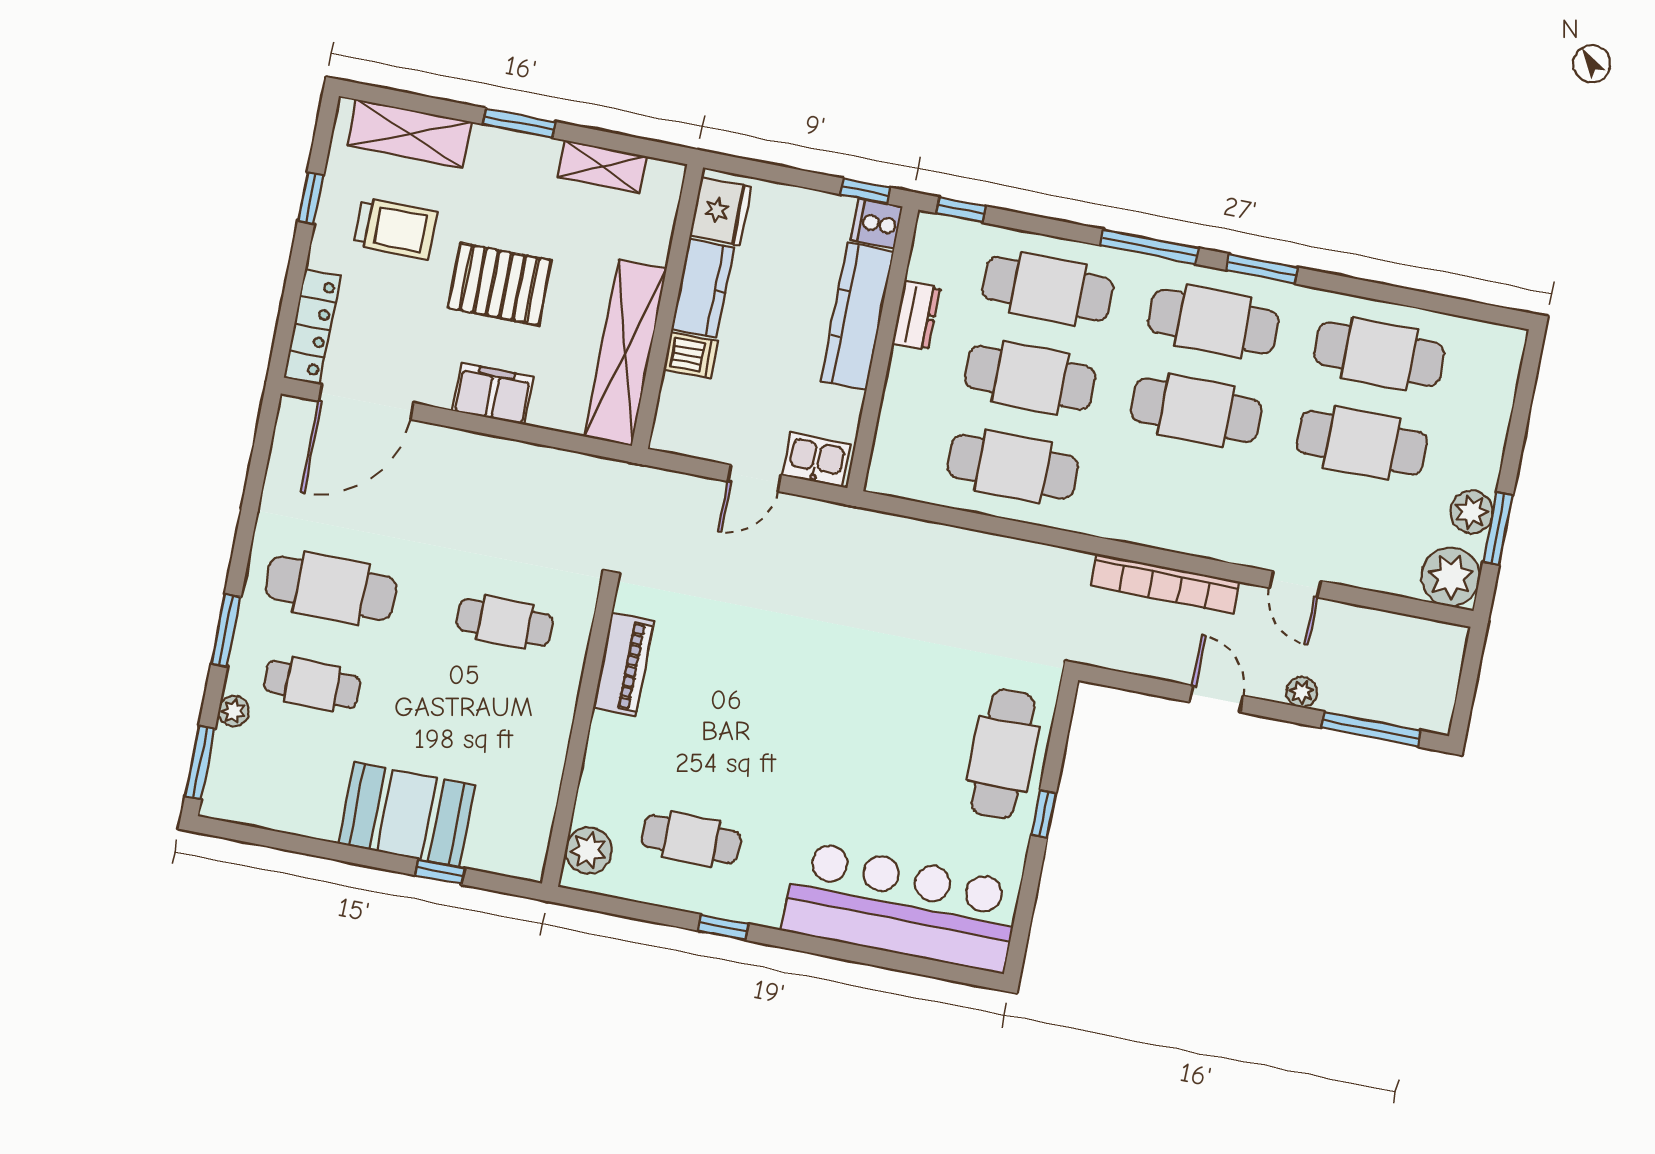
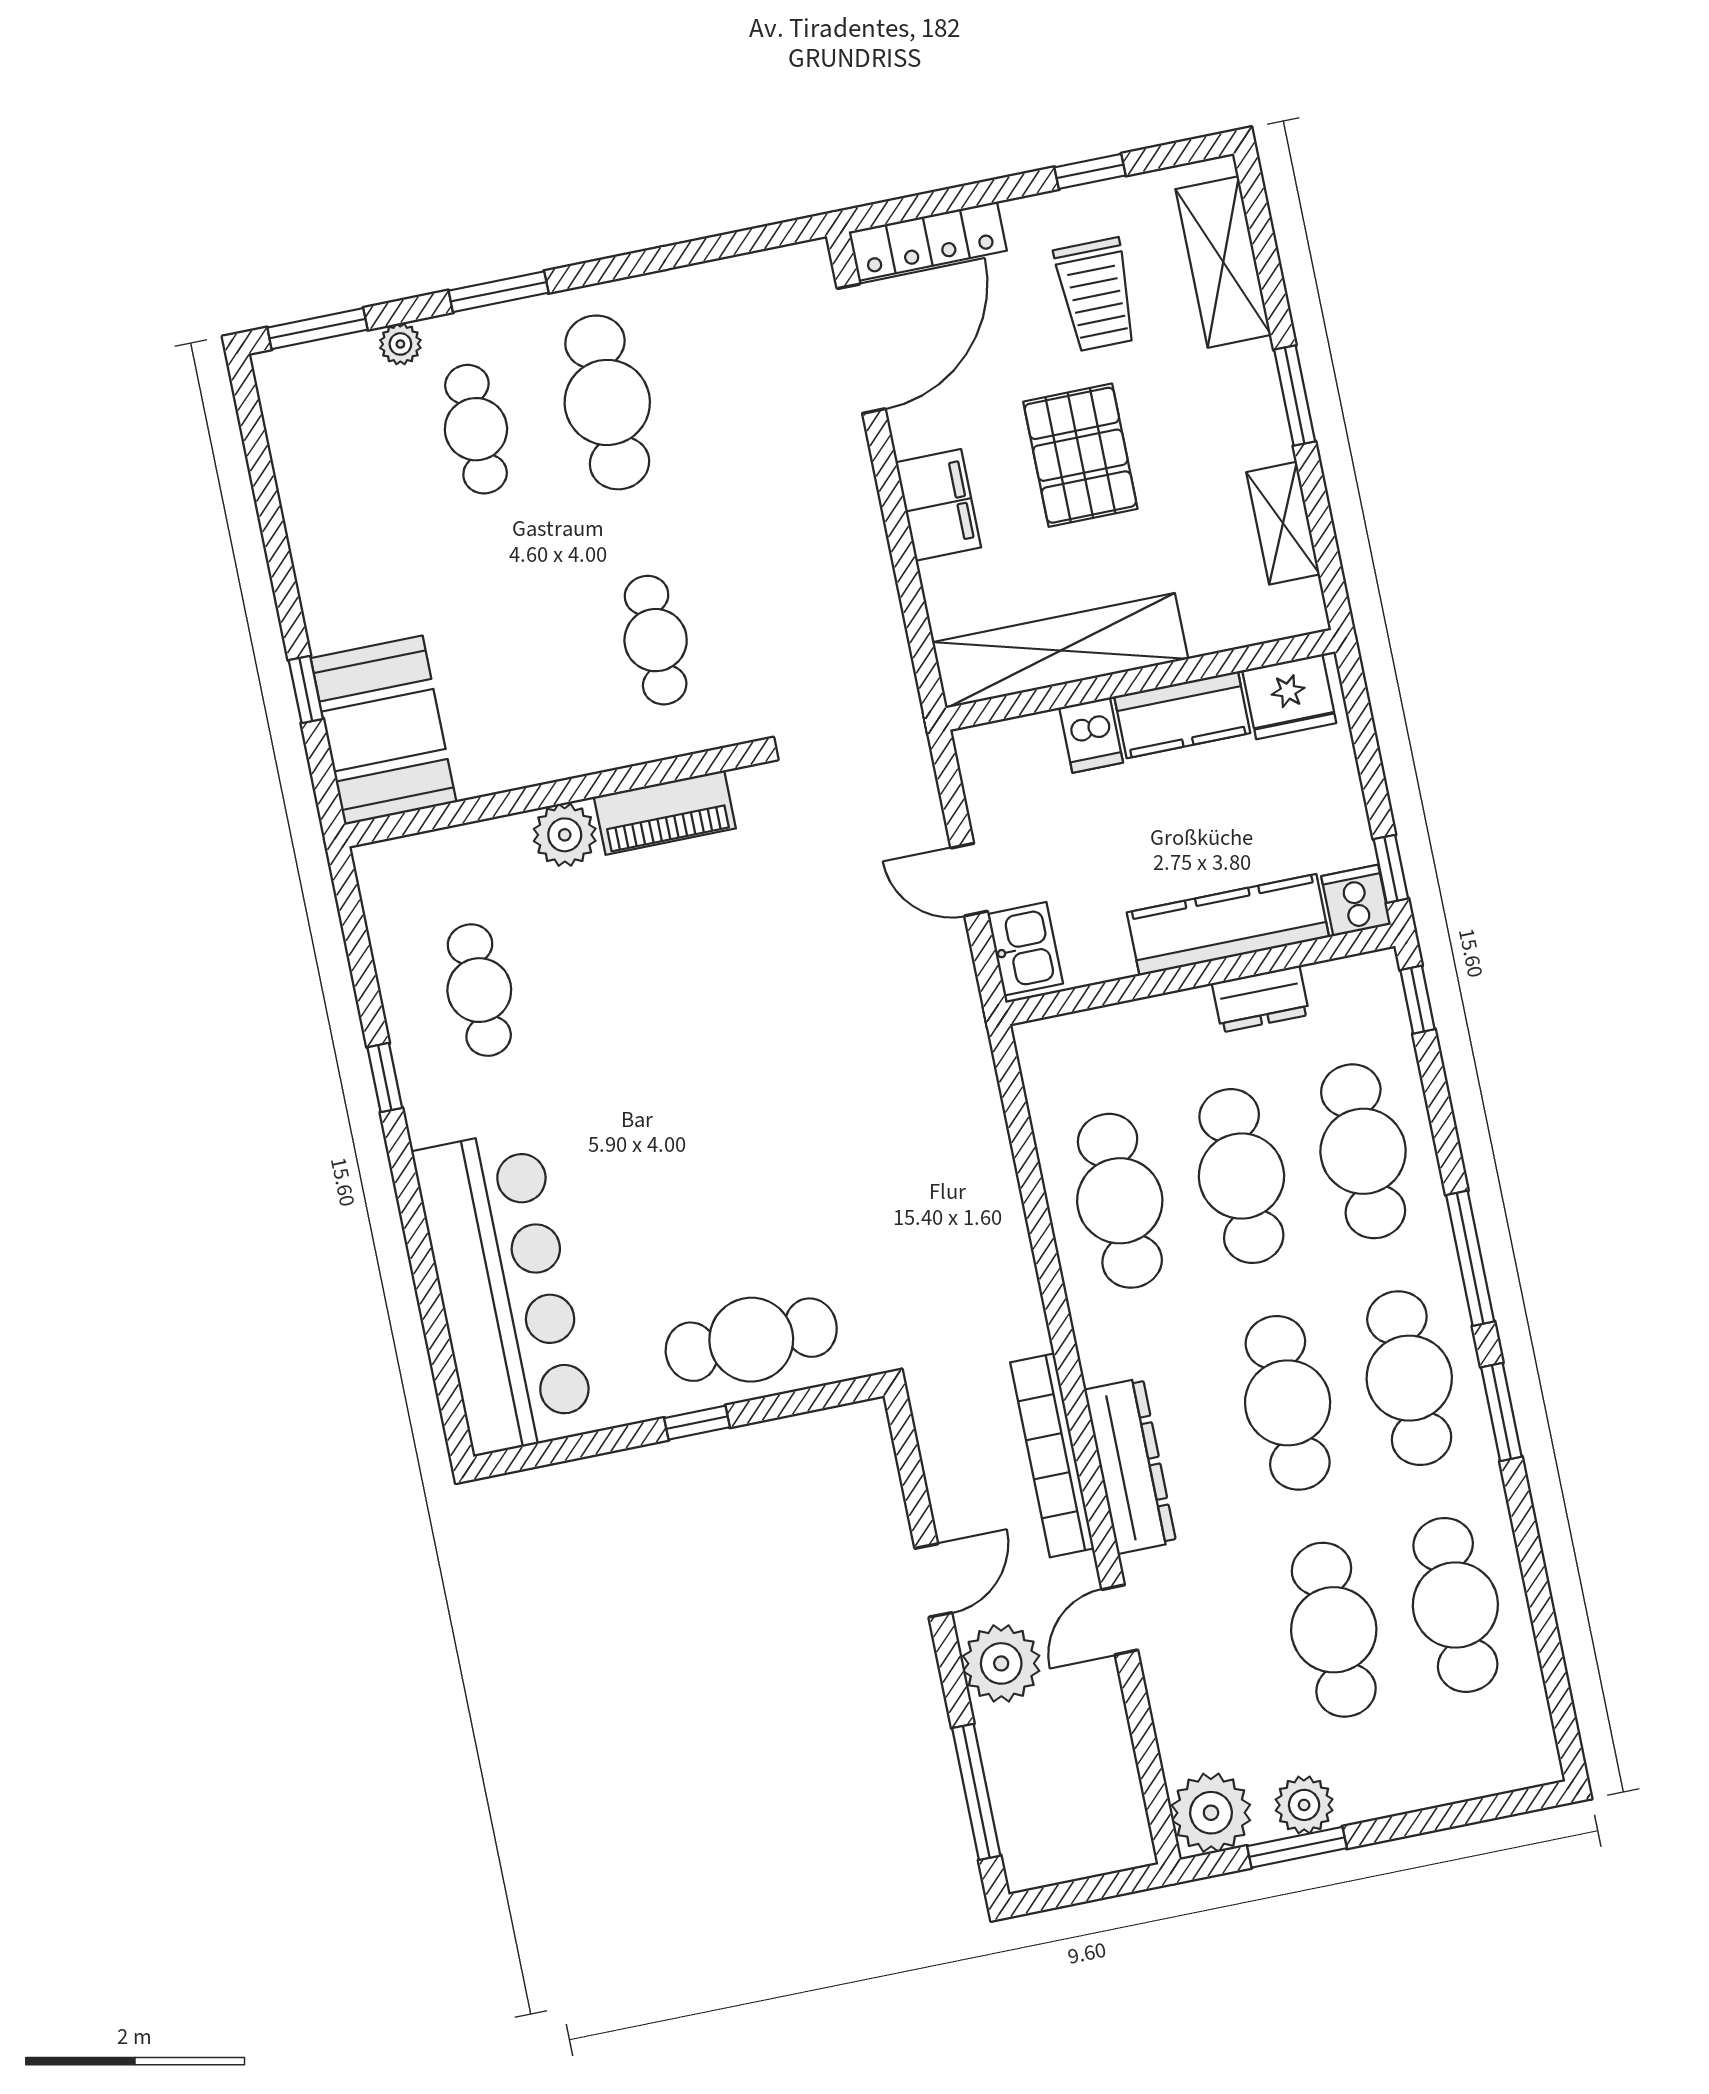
door: (366, 402) -> (861, 349), swing flipped
dresser: (1194, 534) -> (1130, 1466), added
plant: (1302, 692) -> (1001, 1663), width x1.87, depth x1.87
booth: (407, 815) -> (384, 730), moved
plant: (588, 850) -> (565, 835), moved

